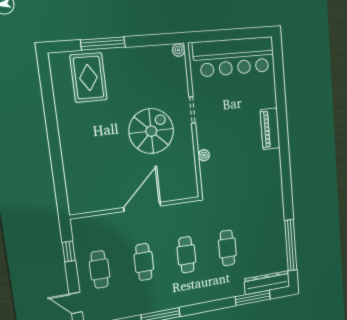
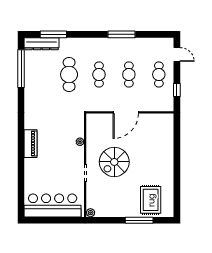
piano: (270, 129) -> (31, 144), moved
cafe table: (227, 248) -> (69, 74), width x1.37, depth x1.35

